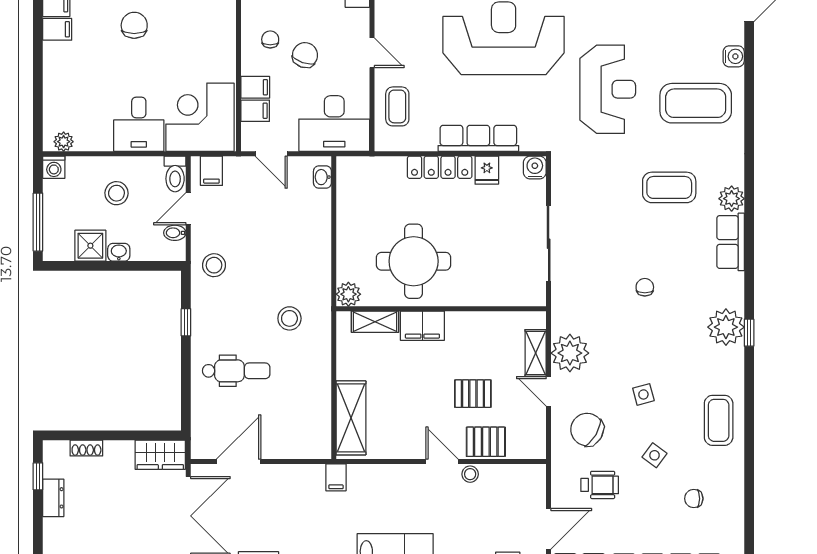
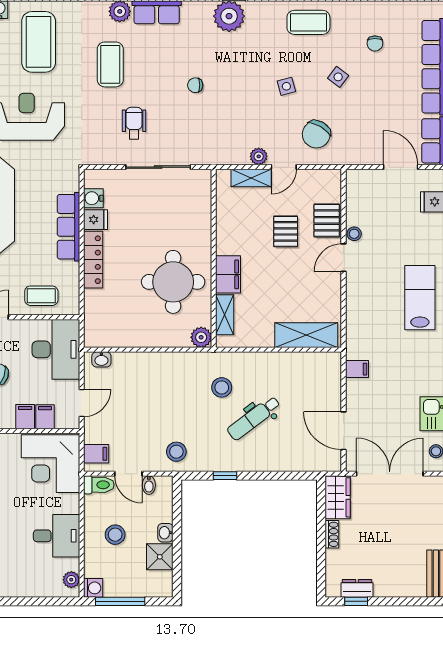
desk: (139, 124) -> (57, 536), moved
water cooler: (535, 168) -> (93, 198), moved
window: (38, 222) -> (120, 601), moved
plant: (570, 353) -> (259, 156), width x0.53, depth x0.53
dental chair: (236, 371) -> (254, 418), moved, turned -127
shoe rack: (86, 448) -> (332, 534), moved
filing cabinet: (336, 477) -> (357, 369), moved
wheelchair: (600, 485) -> (134, 123), moved
dresser: (53, 498) -> (357, 588), moved

